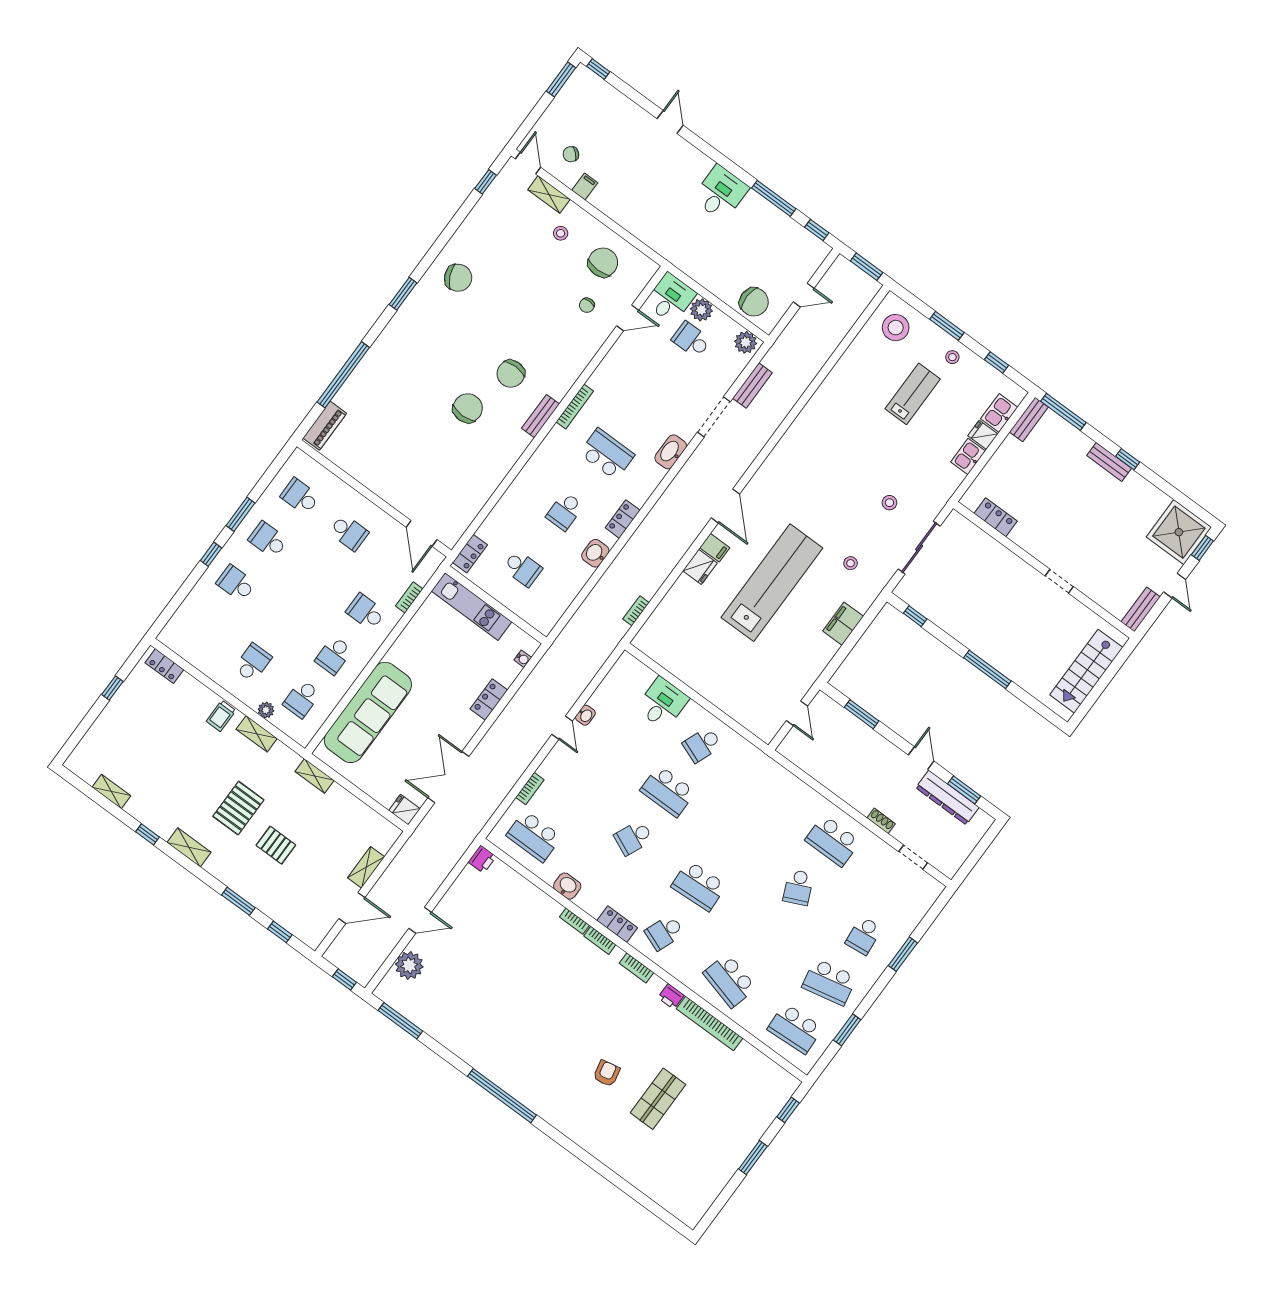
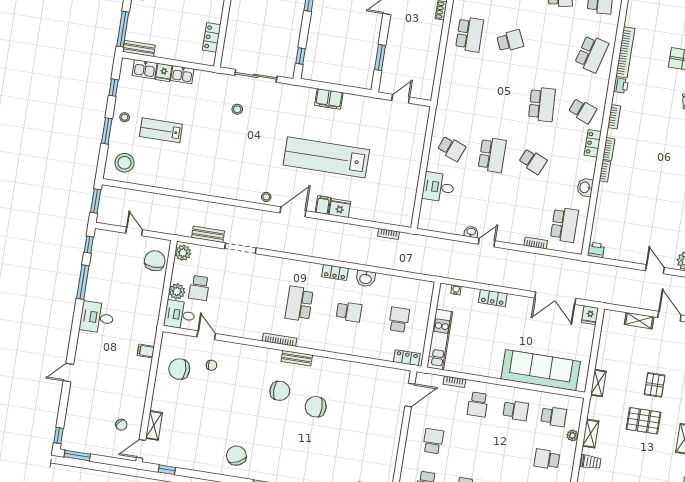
filing cabinet: (585, 187) -> (146, 351), moved
stool: (561, 233) -> (175, 405), removed
washbasin: (671, 452) -> (277, 264), removed
stool: (851, 563) -> (266, 197), moved

